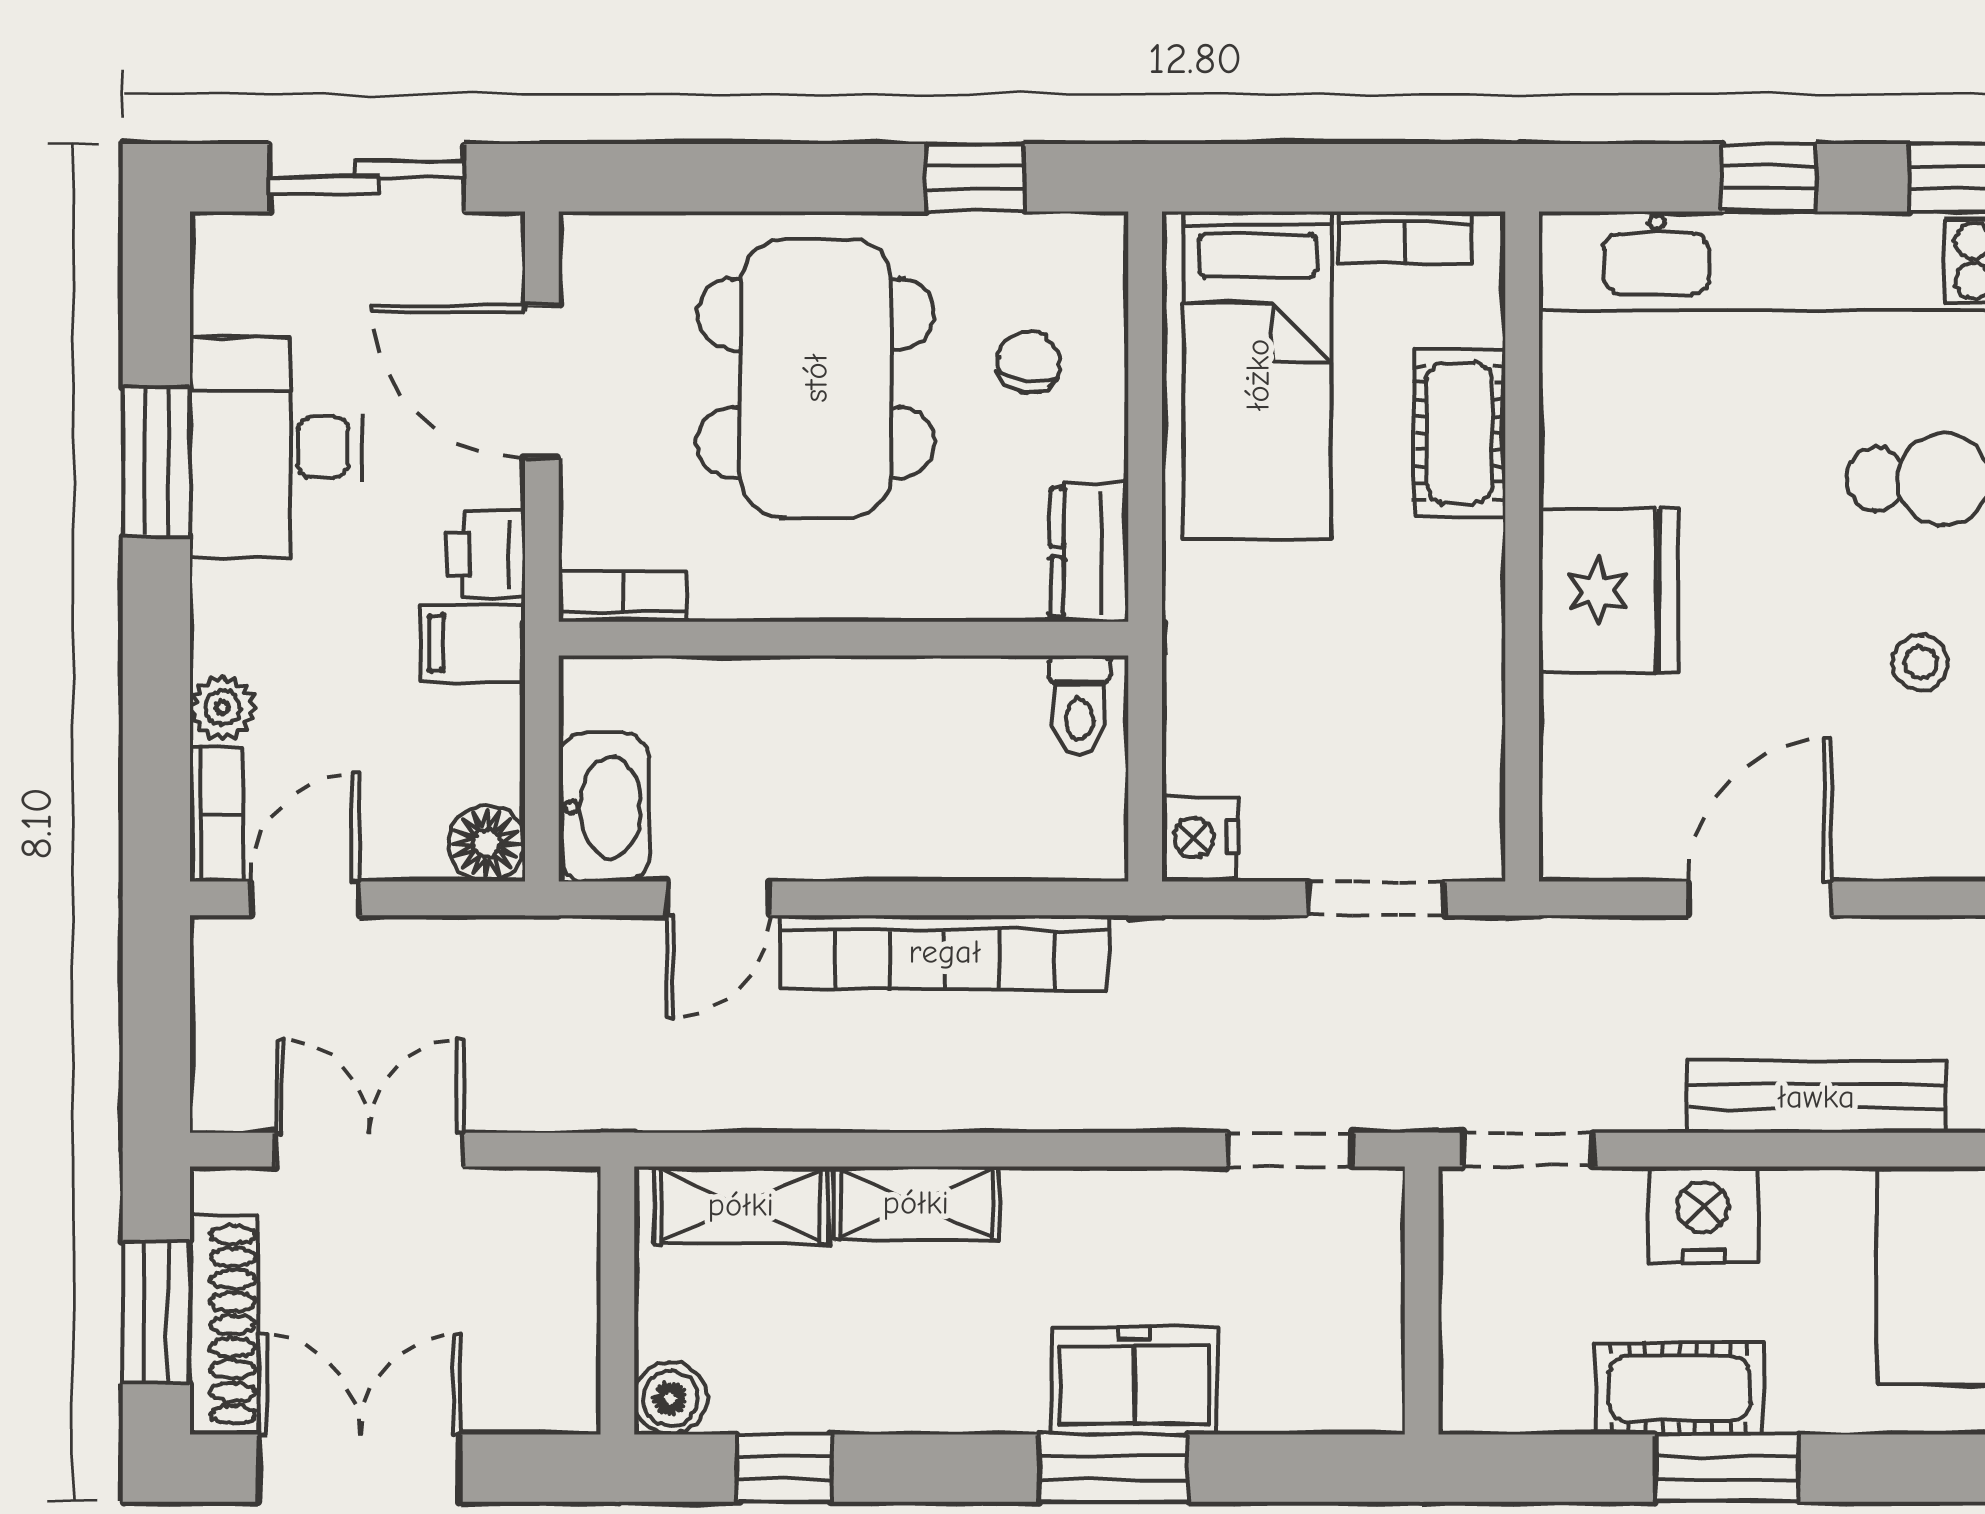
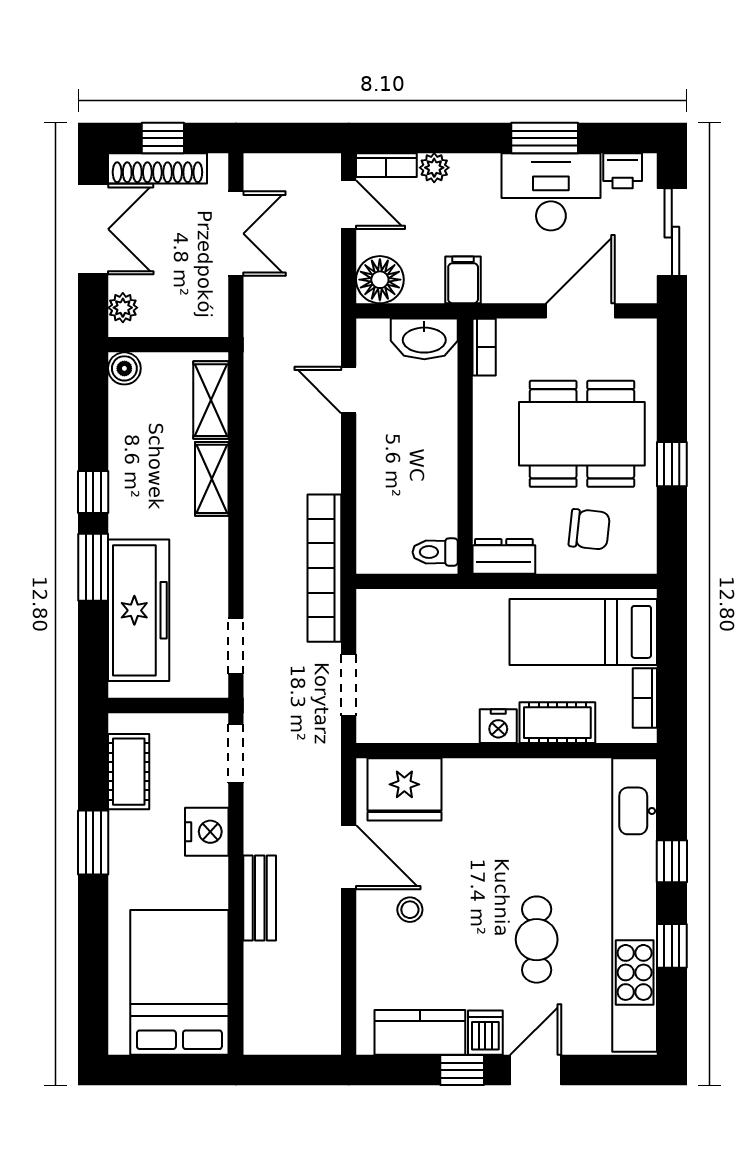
window: (975, 178) -> (672, 464), moved
chair: (1029, 362) -> (589, 529), width x1.37, depth x1.37
printer: (486, 554) -> (623, 171), moved, turned 180
fridge: (1609, 591) -> (404, 789), moved
stool: (1920, 663) -> (410, 910), moved
washbasin: (604, 807) -> (424, 339), moved
nightstand: (1200, 838) -> (498, 726), moved, turned 180
floor lamp: (487, 843) -> (380, 280), width x1.38, depth x1.38
bookcase: (945, 952) -> (324, 568), moved
bench: (1816, 1097) -> (260, 898), width x0.73
window: (156, 1313) -> (163, 138), width x0.67
freezer: (1134, 1381) -> (139, 610), width x1.91, depth x1.26
cot: (1679, 1389) -> (129, 772), moved
plant: (535, 1402) -> (123, 308), added
window: (784, 1468) -> (93, 492), moved

